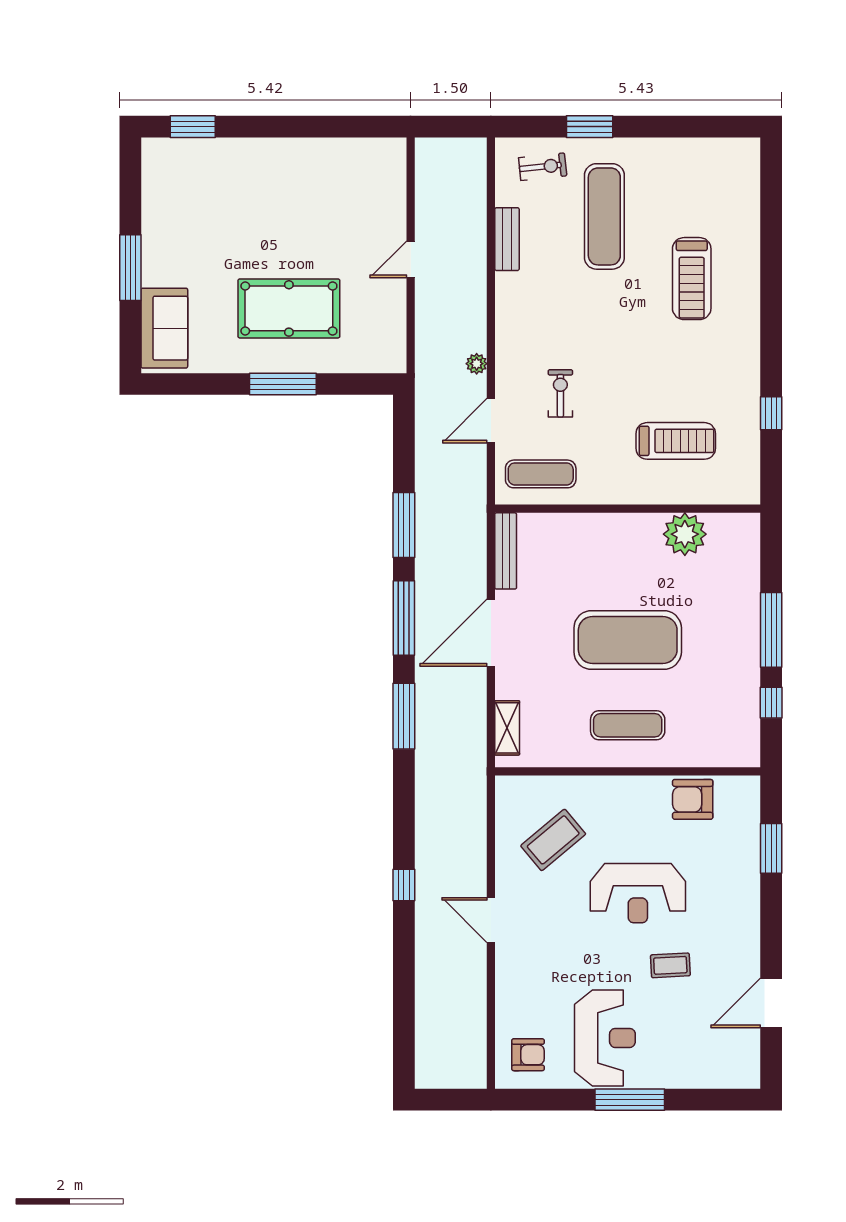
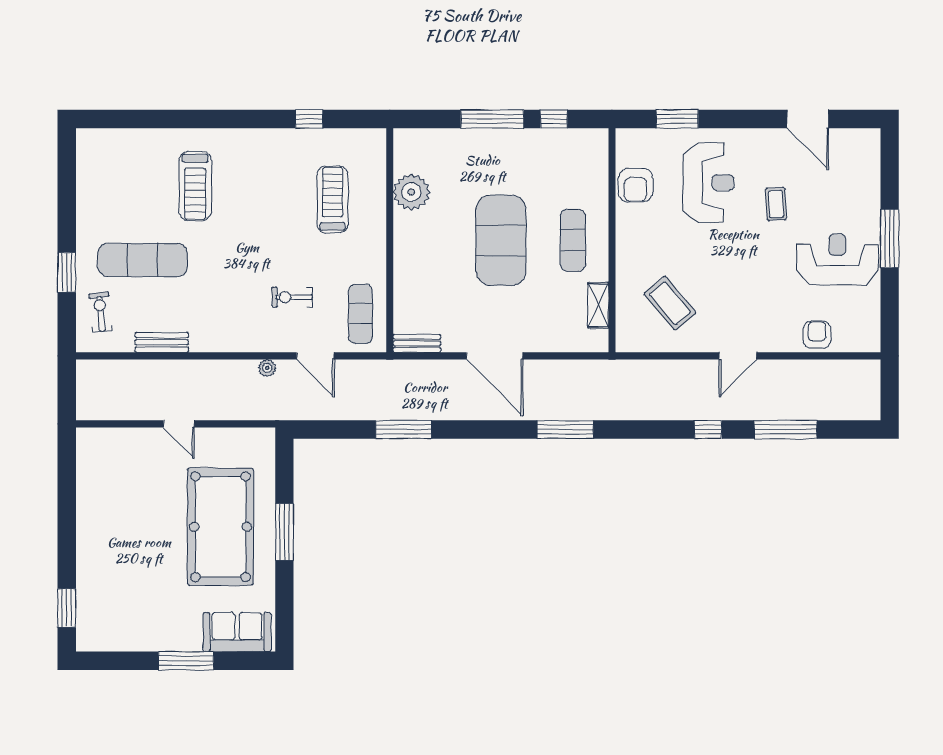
treadmill: (692, 279) -> (195, 186), turned 90
pool table: (289, 308) -> (220, 527), width x1.36, depth x1.32
bench: (506, 551) -> (417, 343), width x0.73
window: (404, 618) -> (785, 430), moved
shelving: (507, 728) -> (598, 305), moved, turned 90
reception desk: (638, 893) -> (708, 183), moved
armchair: (528, 1055) -> (817, 335), moved

